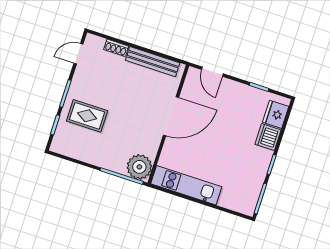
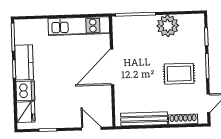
shoe rack: (116, 48) -> (183, 119), width x1.43
rug: (87, 116) -> (179, 74), moved
door: (171, 116) -> (112, 67), moved
plant: (139, 167) -> (168, 26), moved
kitchen counter: (258, 168) -> (24, 62), added

